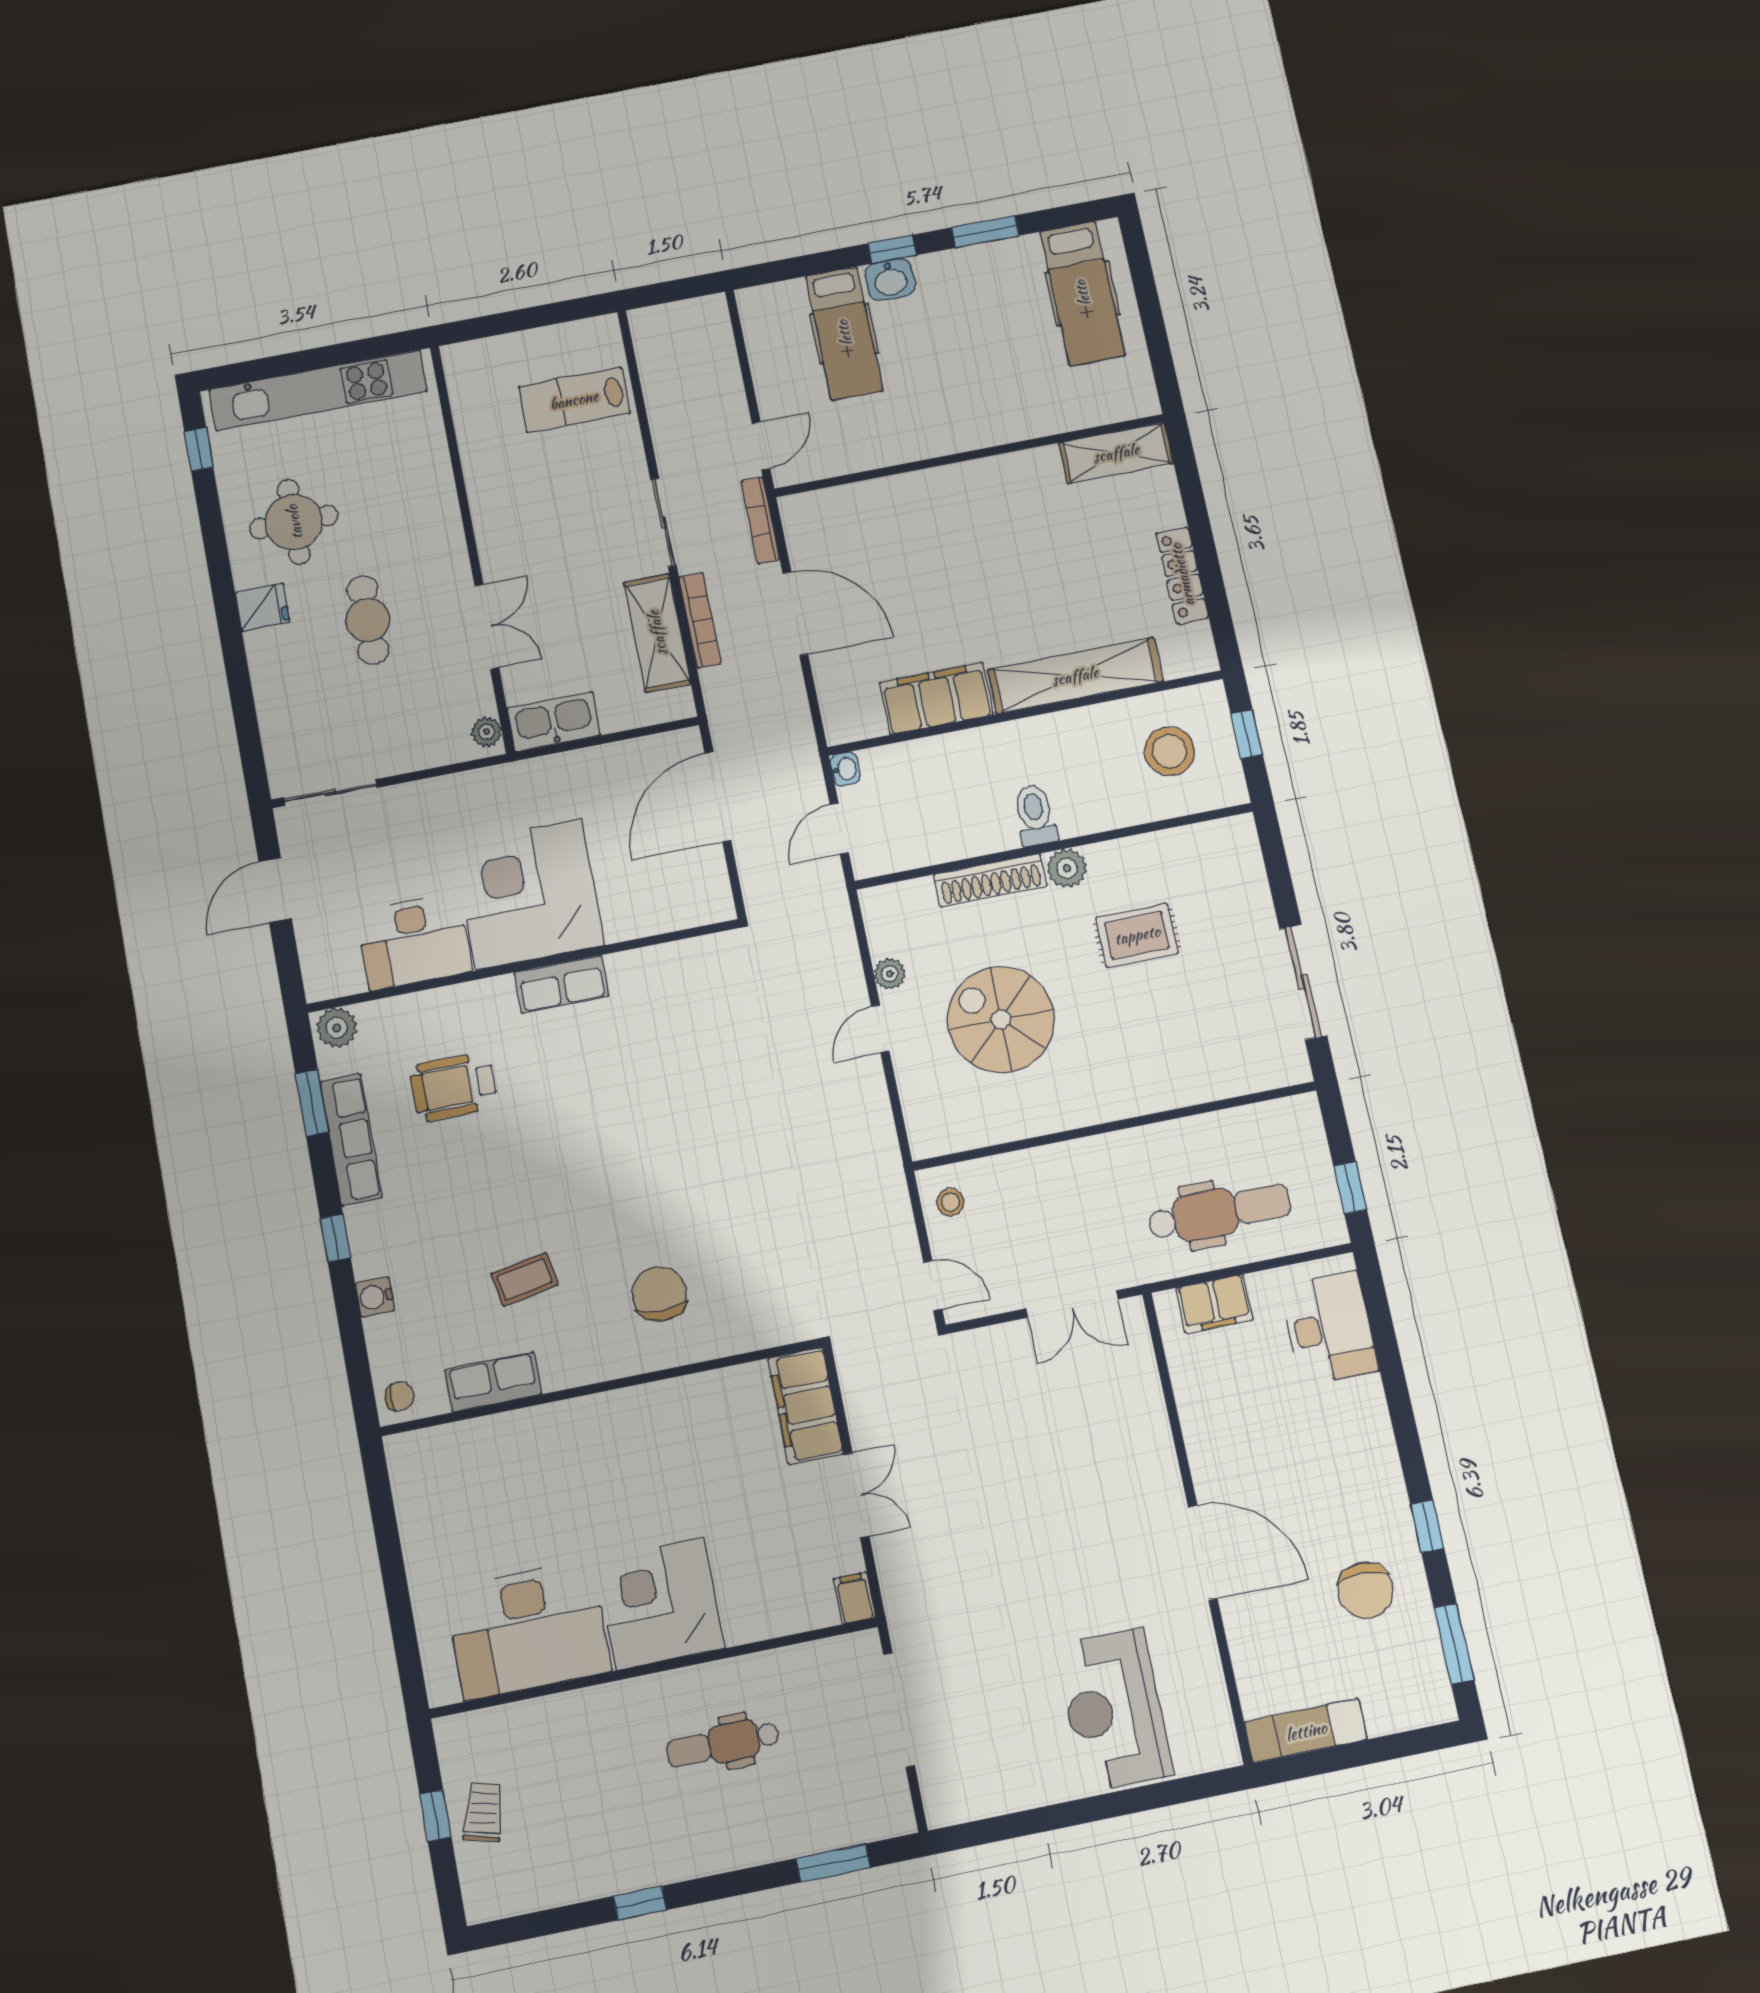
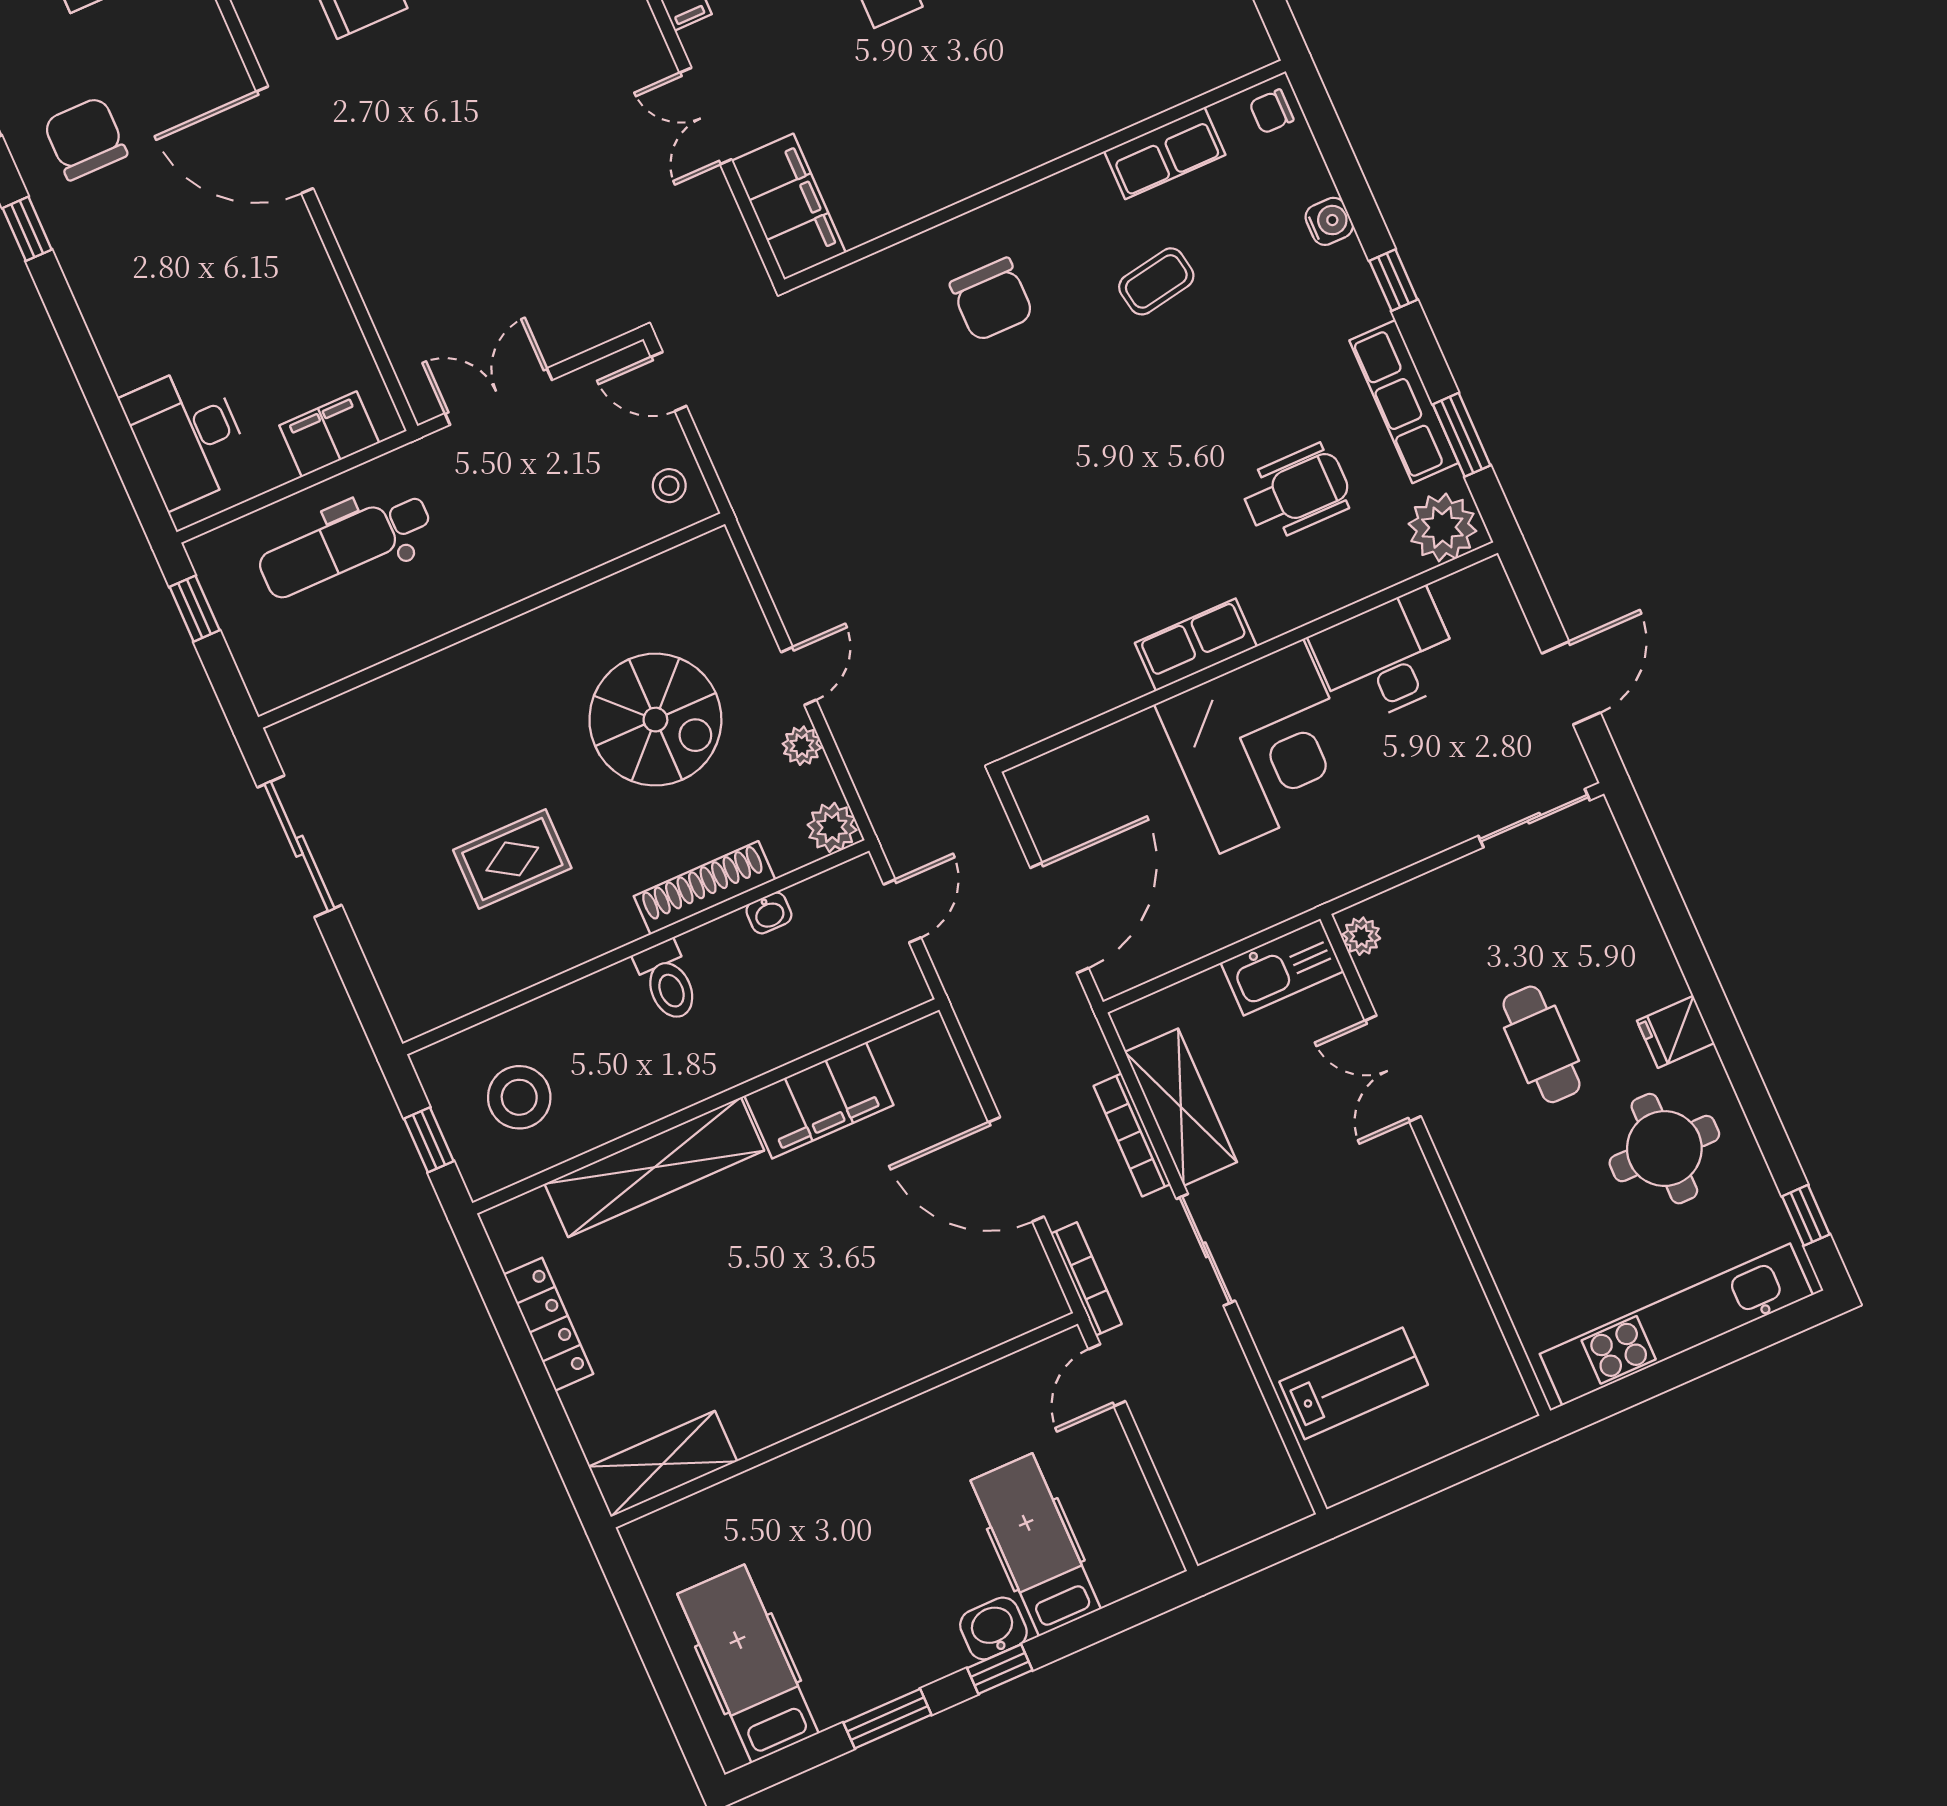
washbasin: (845, 769) -> (769, 913), moved, turned -90
plant: (1067, 868) -> (832, 827), moved
plant: (337, 1028) -> (1442, 527), width x1.36, depth x1.36

